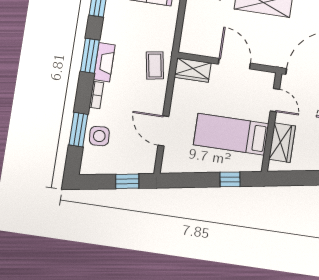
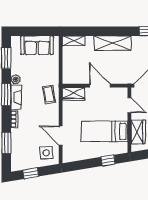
plant: (108, 35) -> (16, 79), added
side table: (99, 136) -> (46, 153), moved
window: (127, 181) -> (31, 173), moved

